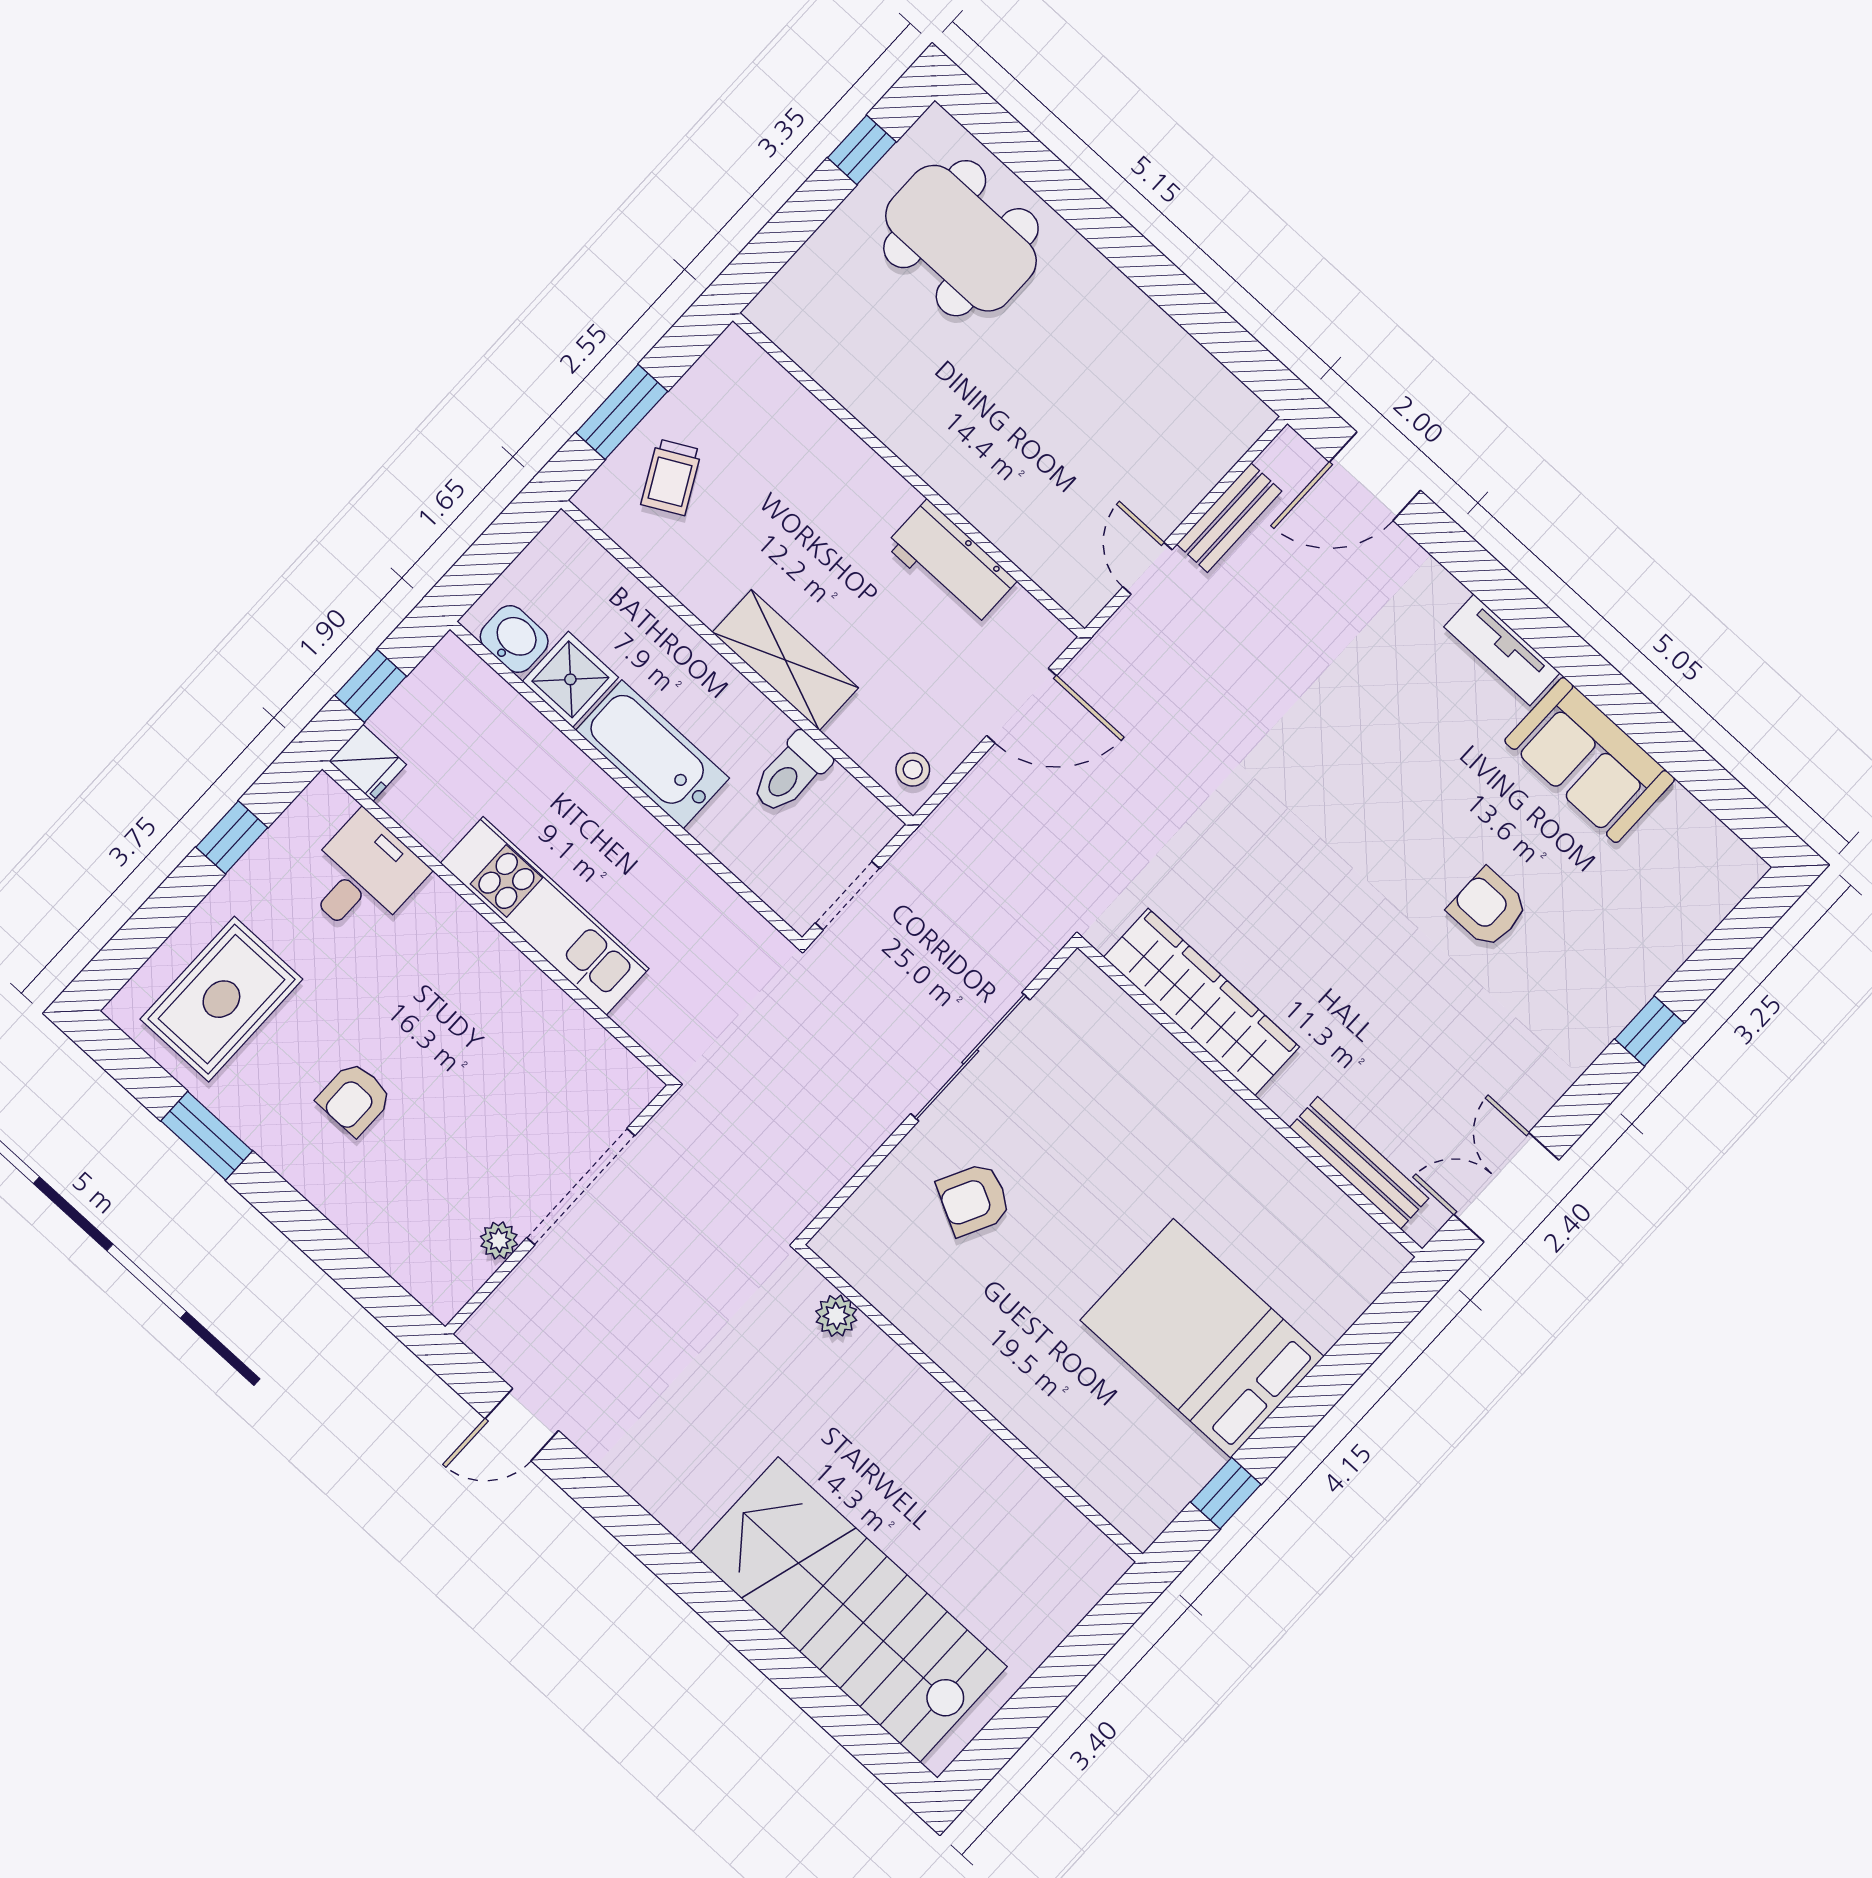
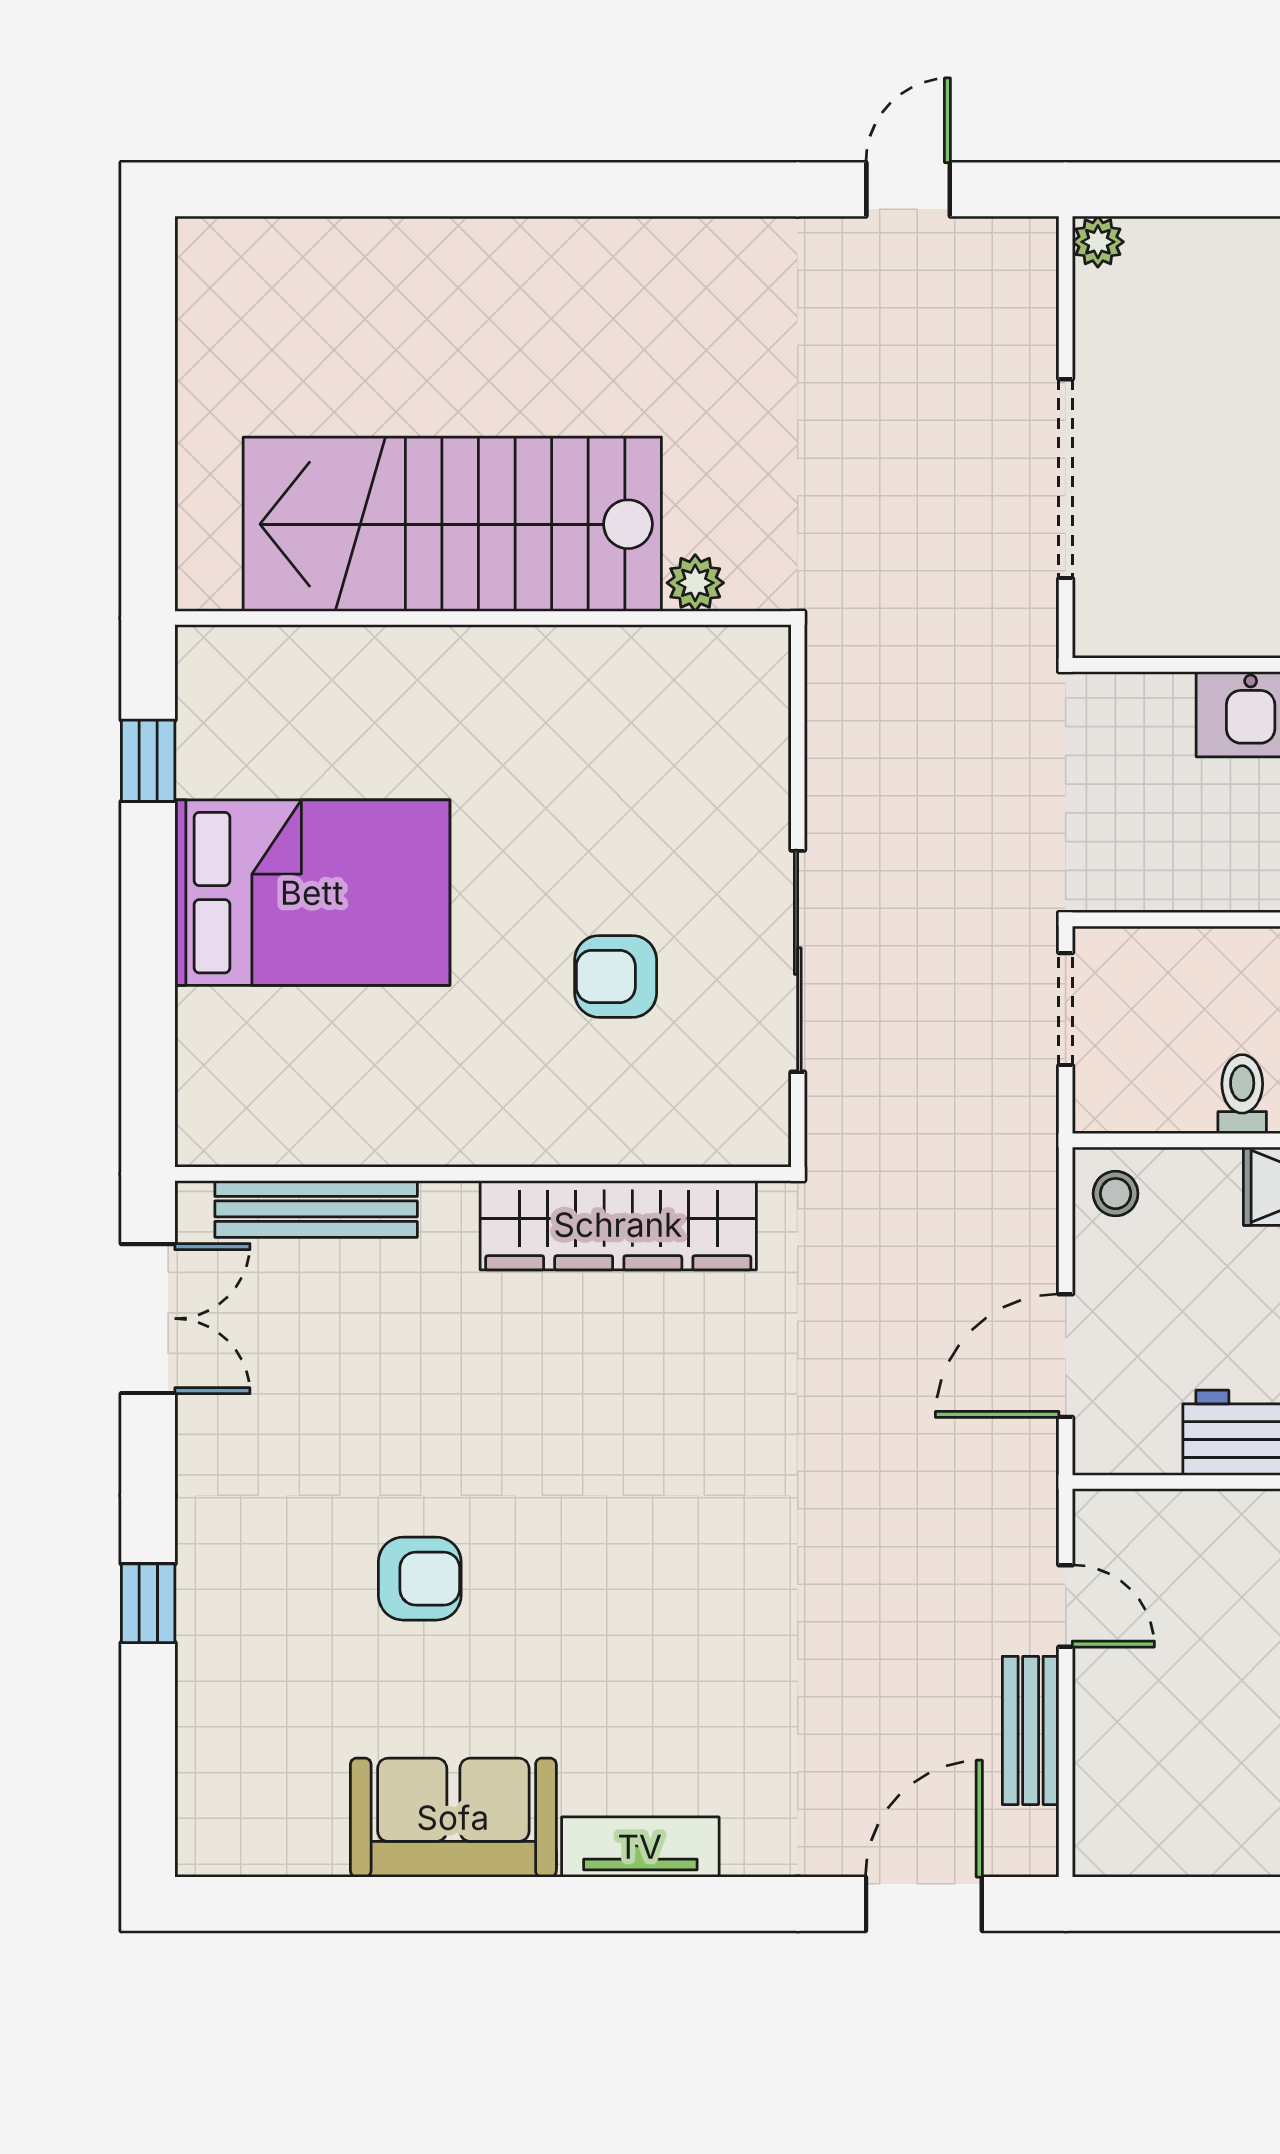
toilet: (791, 773) -> (1242, 1094), width x0.73, depth x0.72
armchair: (974, 1199) -> (616, 976), moved, turned -117
plant: (499, 1240) -> (1098, 242), moved
stairs: (849, 1609) -> (452, 524), moved, turned 180

